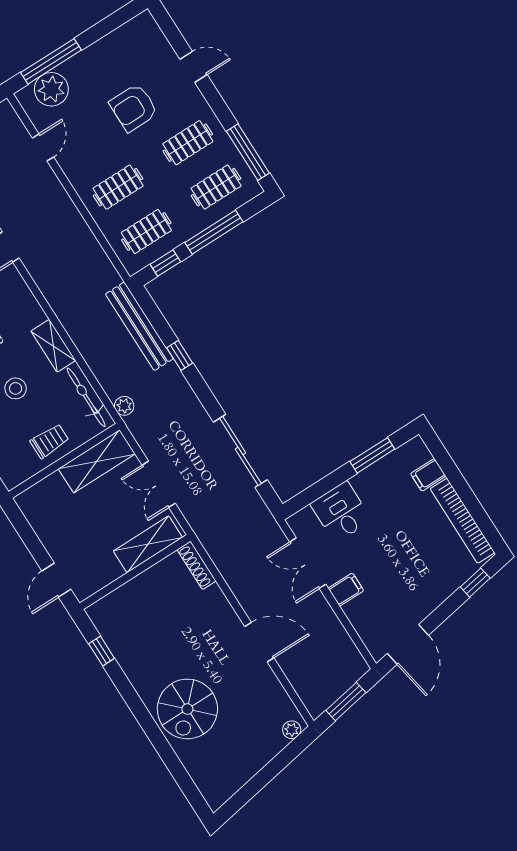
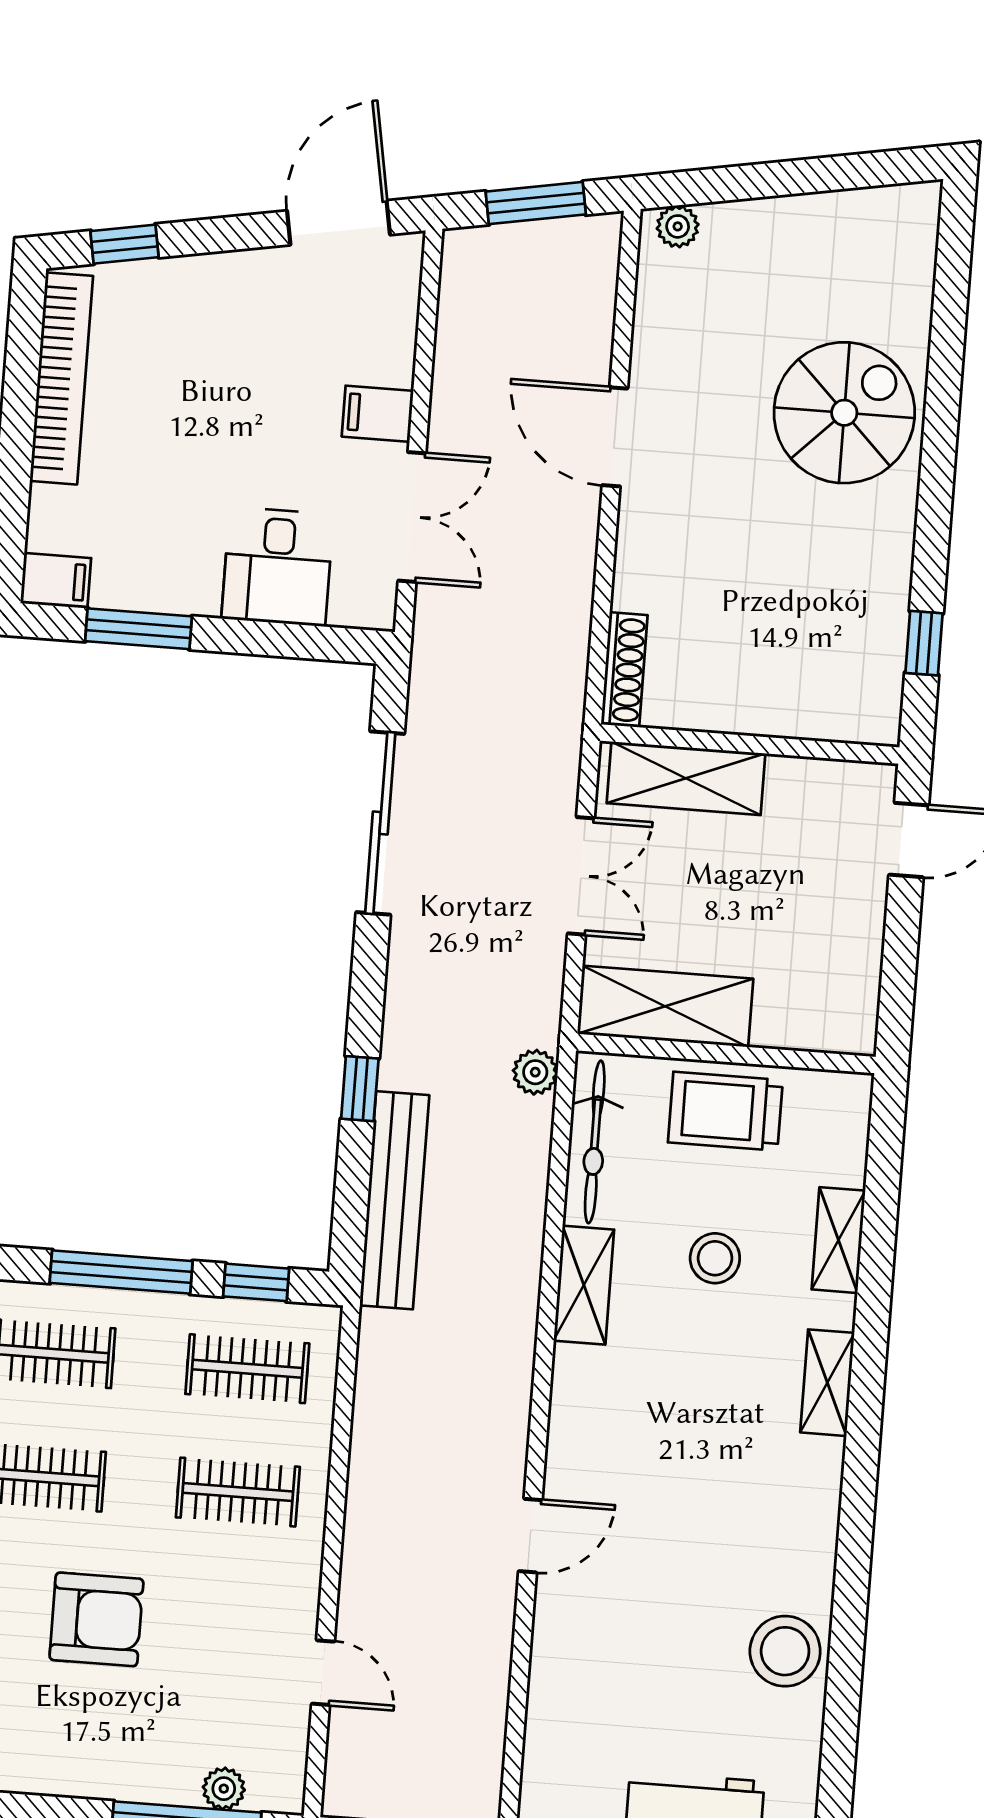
plant: (51, 89) -> (224, 1789), width x0.53, depth x0.53
door: (43, 147) -> (323, 1673), swing flipped
trolley: (50, 441) -> (725, 1111), width x1.36, depth x1.39
filing cabinet: (428, 475) -> (56, 581), moved

